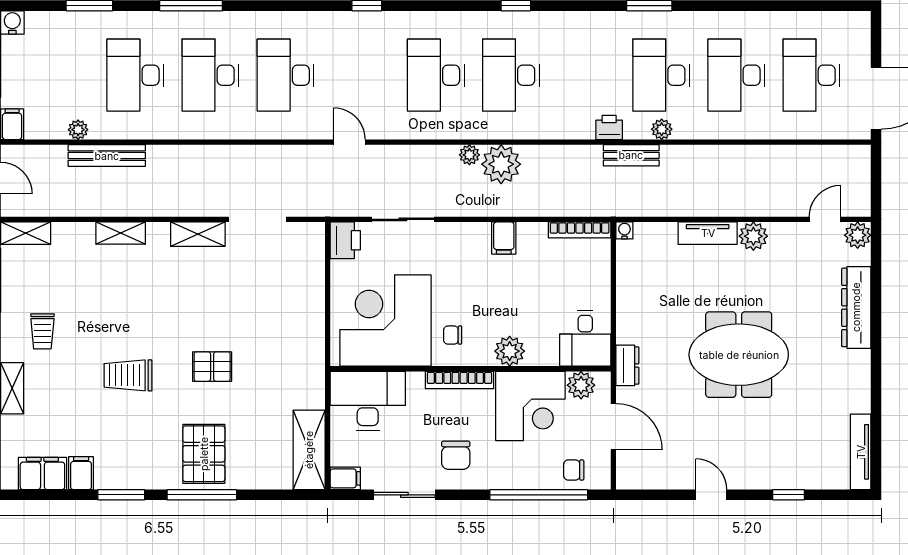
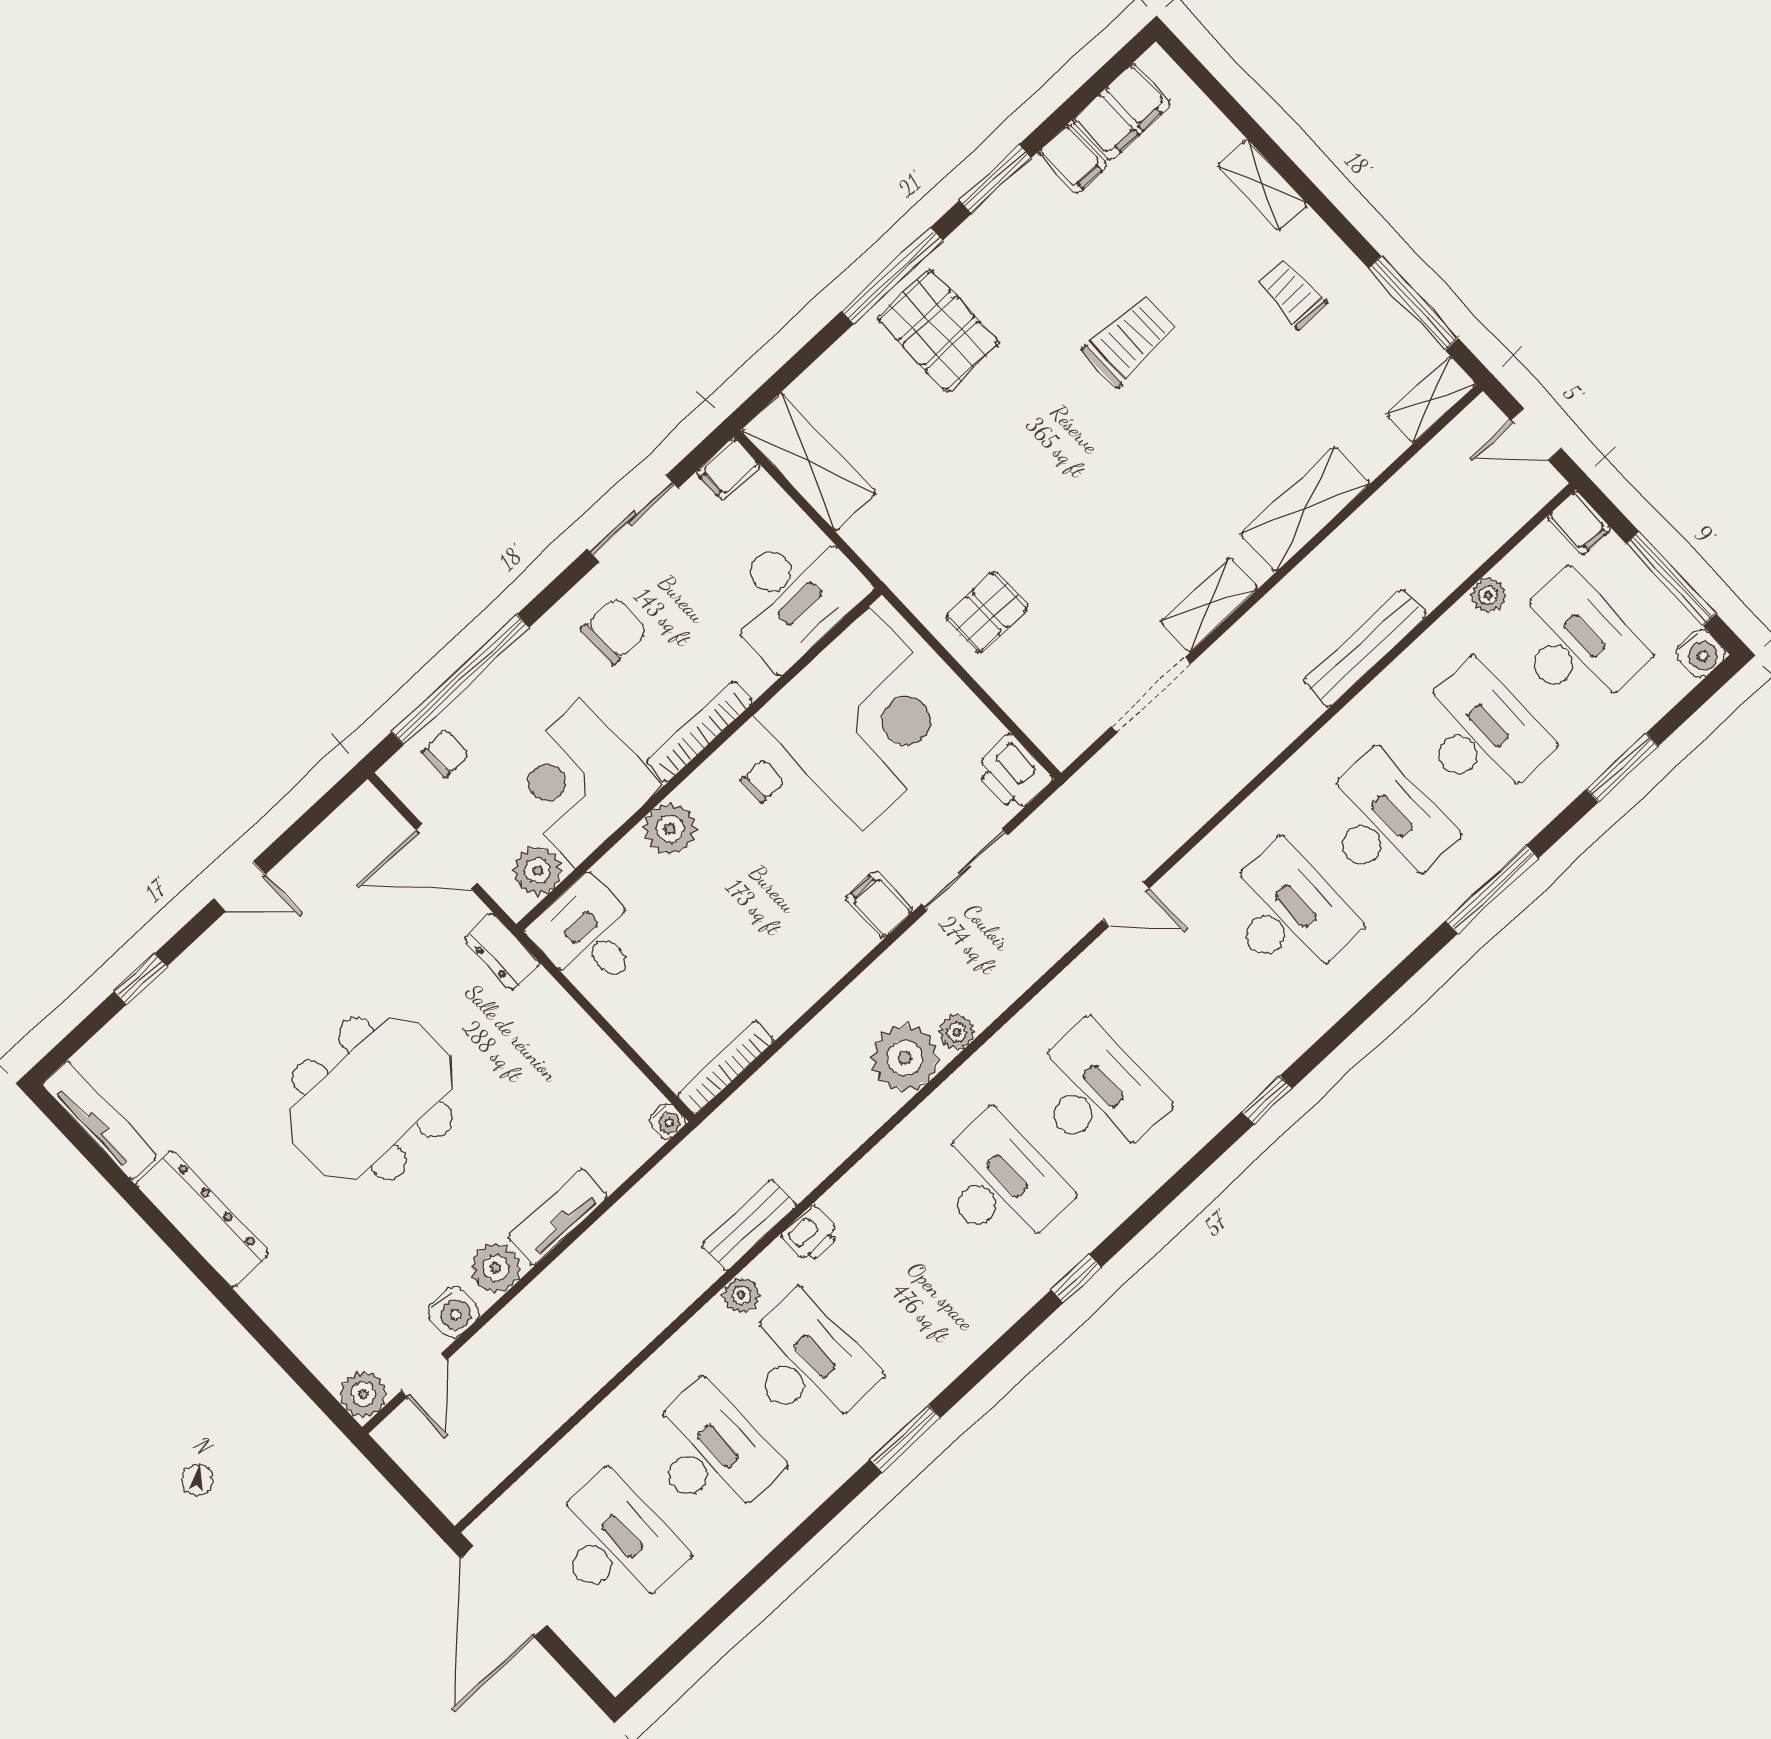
desk: (60, 75) -> (1576, 643), added
bench: (107, 156) -> (1365, 648), moved
shelving: (121, 233) -> (1305, 509), width x1.50, depth x1.33
water cooler: (788, 234) -> (453, 1312), added
filing cabinet: (504, 238) -> (879, 904), moved
dresser: (856, 307) -> (202, 1219), moved
pallet: (212, 367) -> (987, 612), moved
chair: (456, 455) -> (614, 631), turned 90

